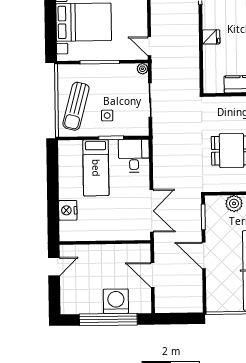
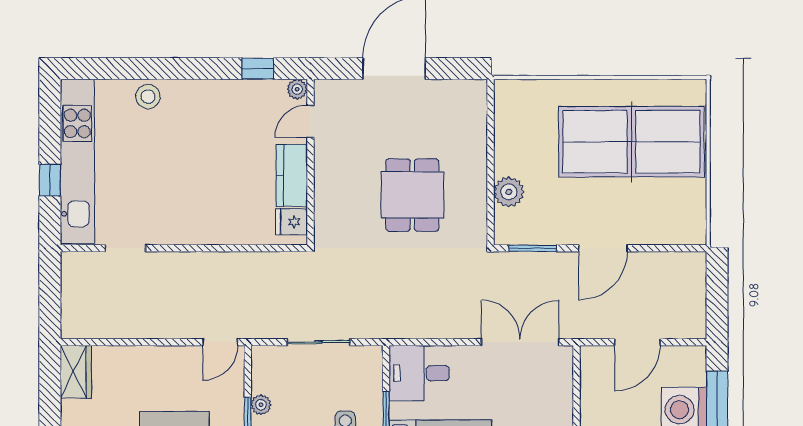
fridge: (211, 37) -> (292, 222), moved, turned -90
plant: (142, 69) -> (261, 405), moved

